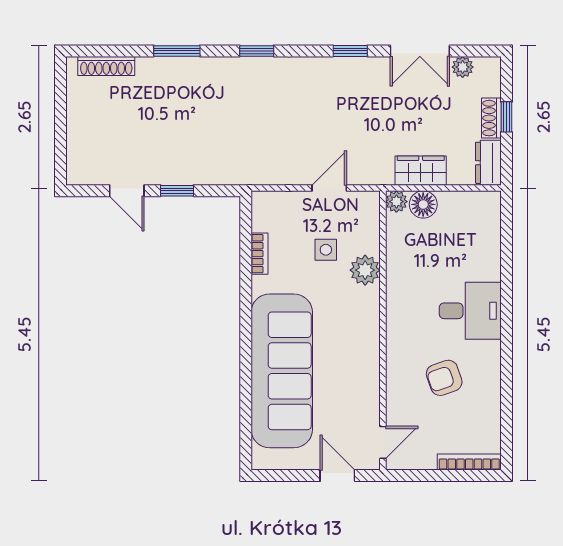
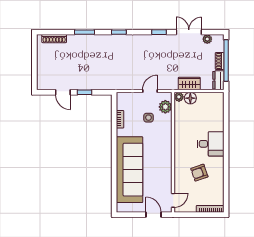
double door: (420, 51) -> (189, 32), swing flipped
window: (506, 117) -> (226, 60), width x3.17
plant: (365, 270) -> (165, 107), moved

